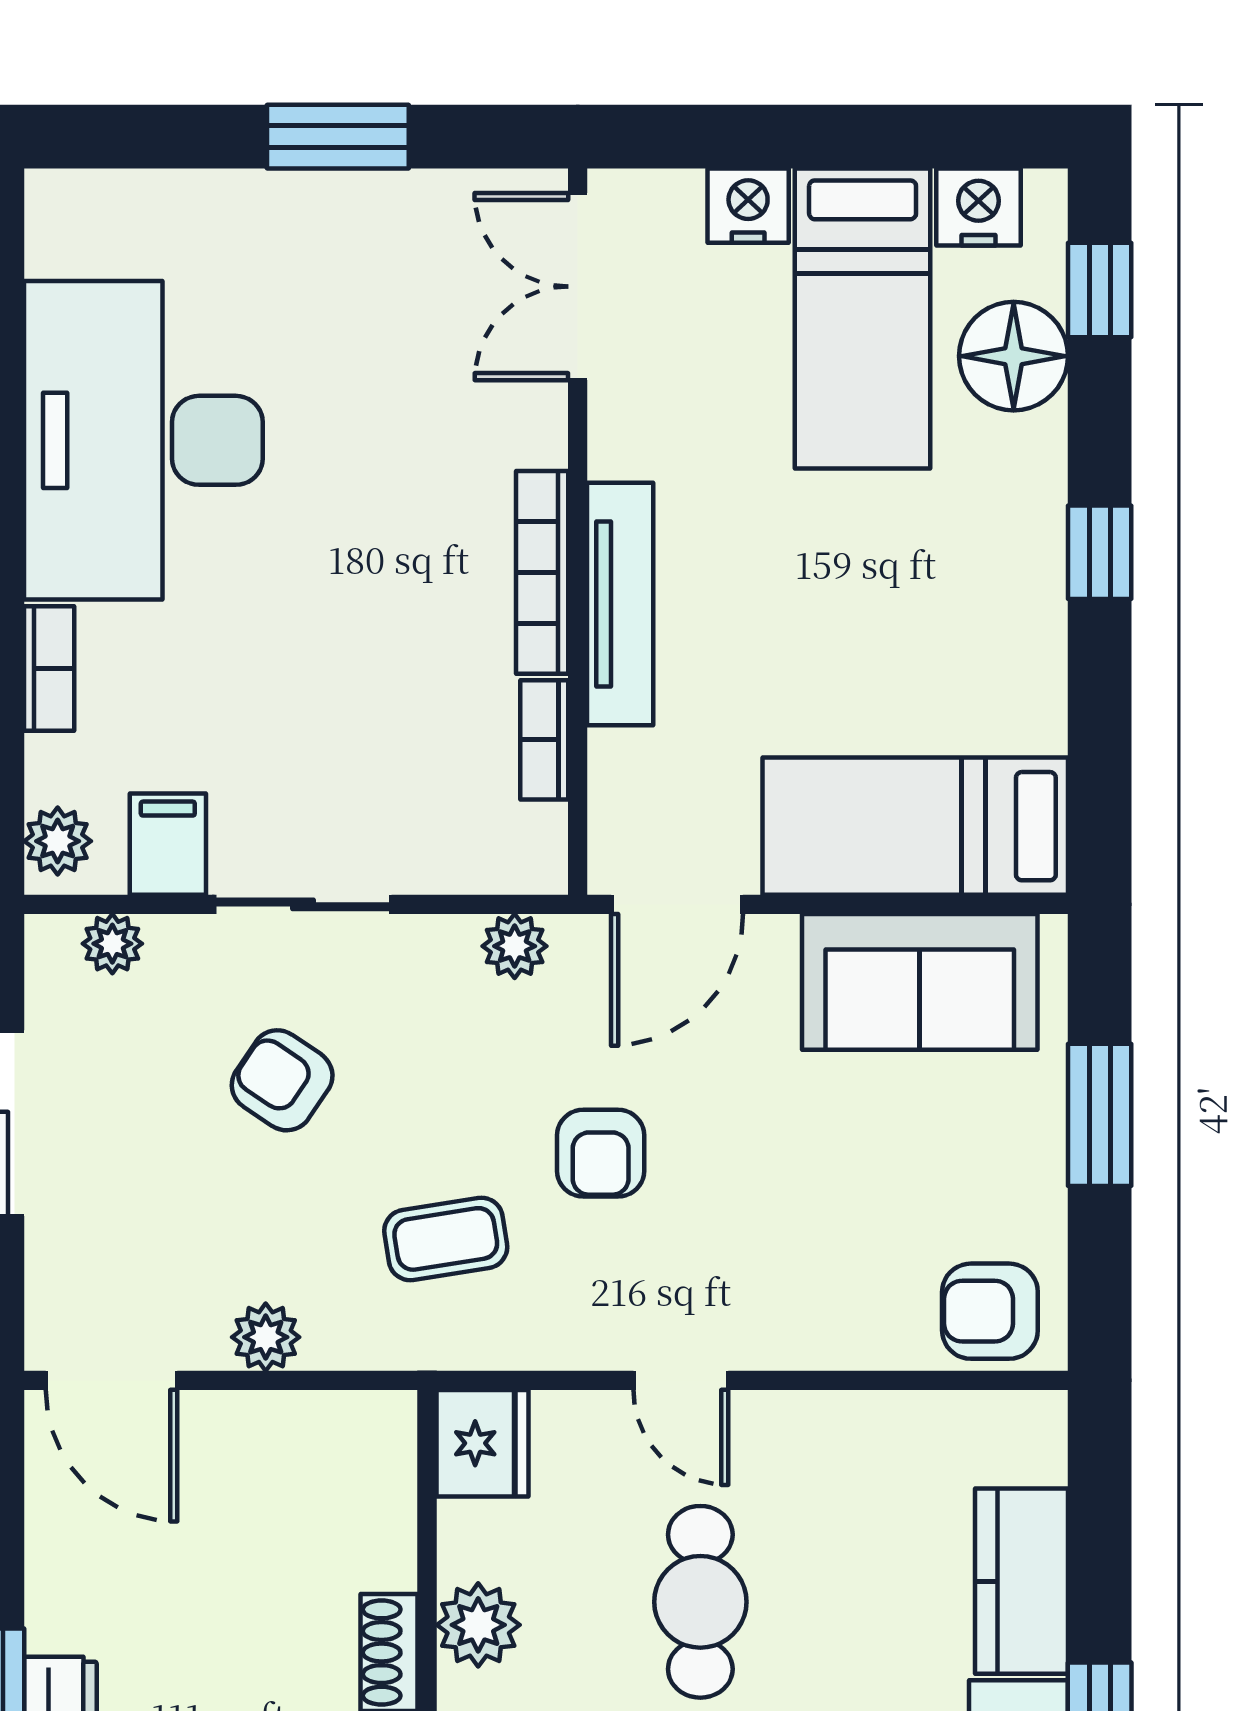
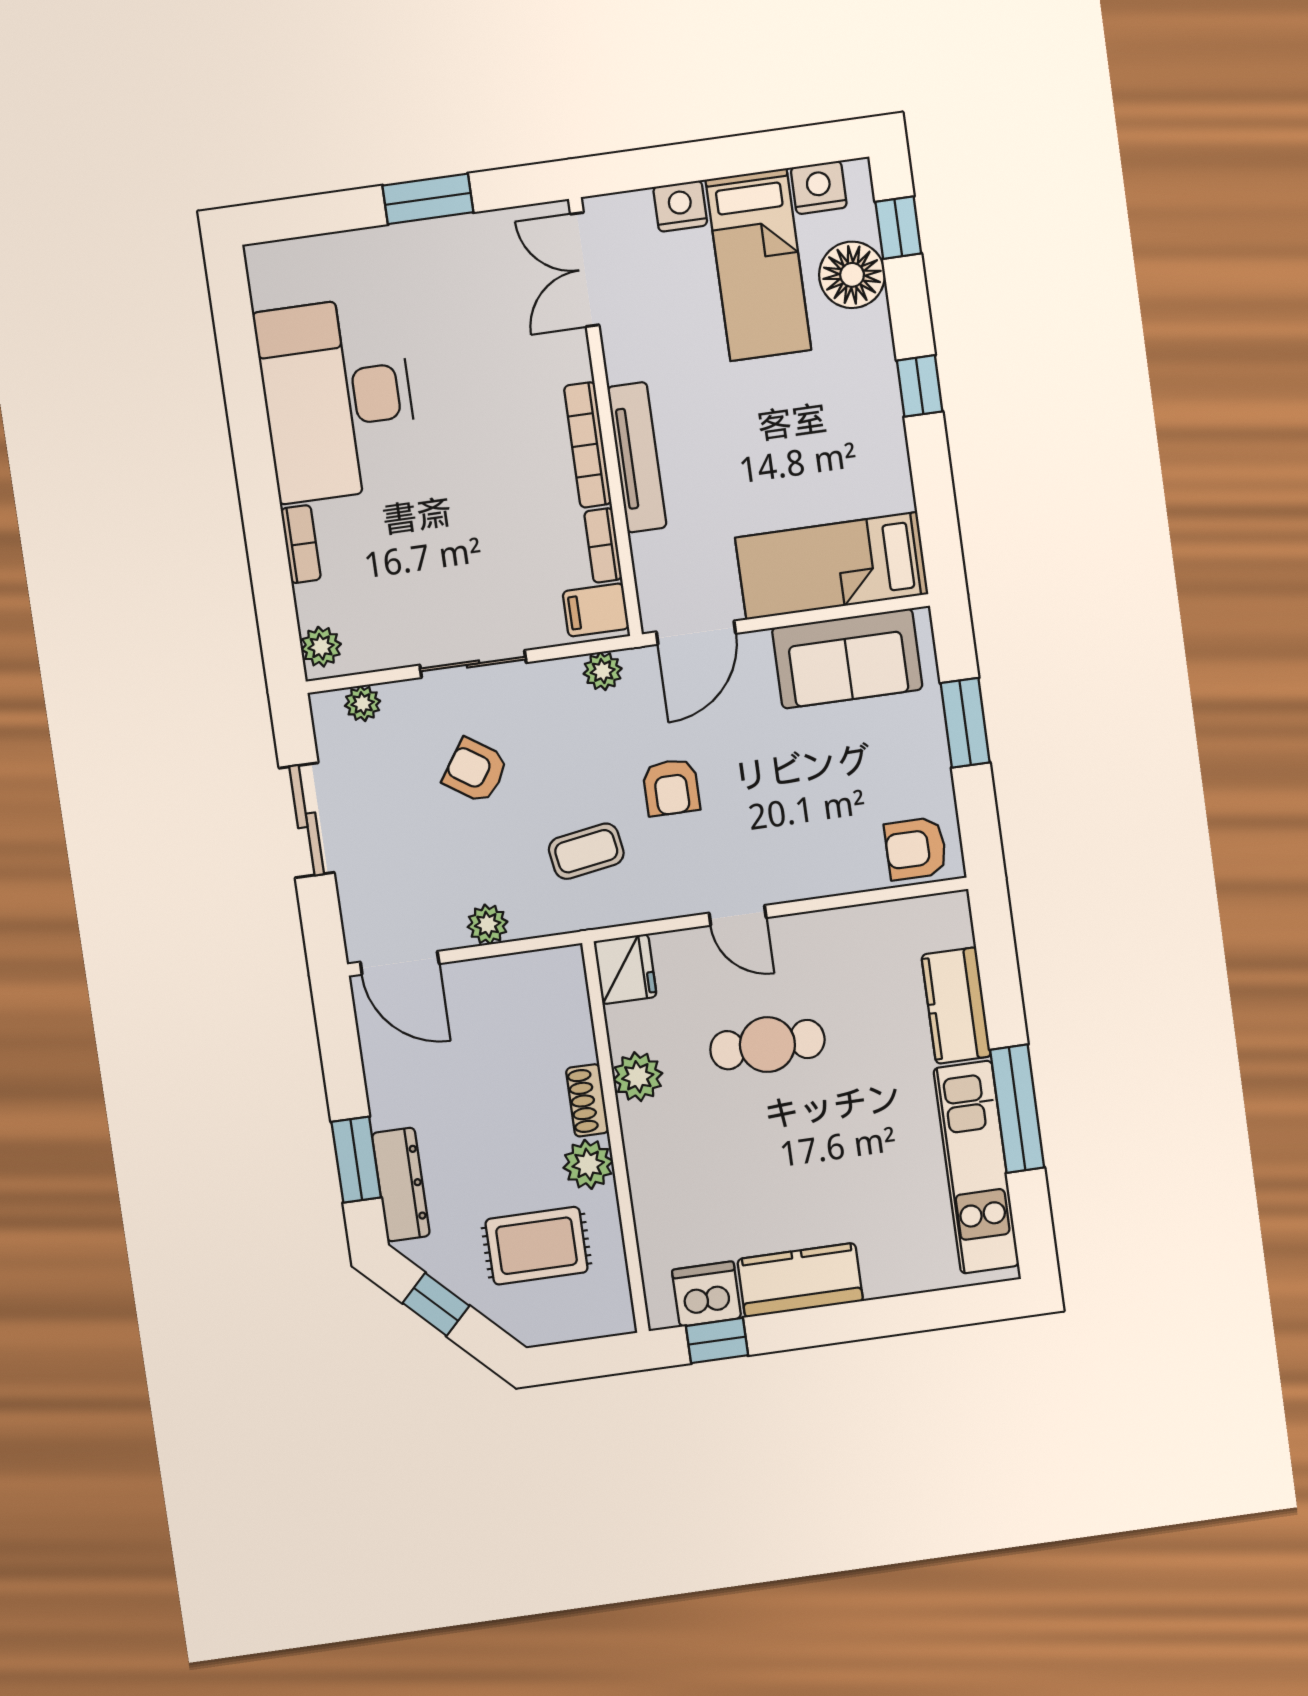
filing cabinet: (168, 844) -> (596, 610), moved, turned -90
cafe table: (700, 1602) -> (767, 1045), turned 90

